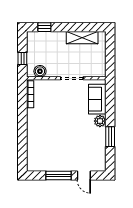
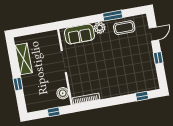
window: (44, 27) -> (18, 84), moved
coffee table: (96, 146) -> (124, 28), added
window: (22, 152) -> (142, 96), added
window: (59, 175) -> (158, 58), width x0.46

